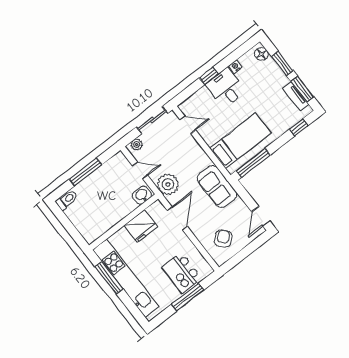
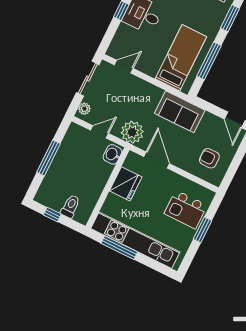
window: (299, 127) -> (230, 18), width x1.50
window: (253, 163) -> (209, 61), moved
toilet: (67, 200) -> (70, 206), moved
window: (65, 222) -> (52, 214), added
armchair: (223, 239) -> (209, 158), turned -47
window: (188, 297) -> (202, 230), width x0.69

